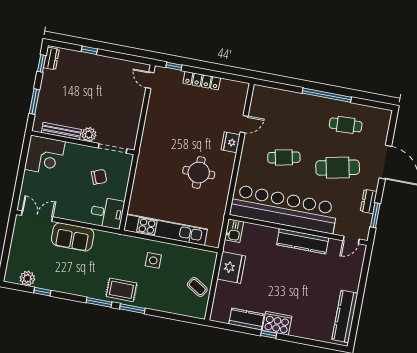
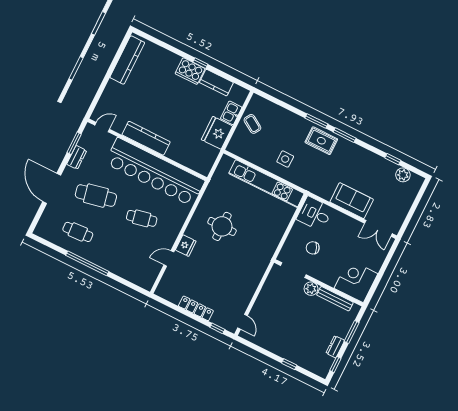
dresser: (51, 58) -> (335, 347), moved
kitchen sink: (234, 231) -> (231, 113), moved

